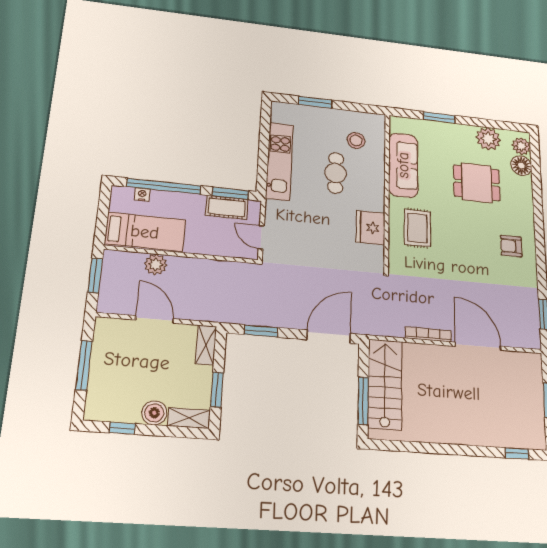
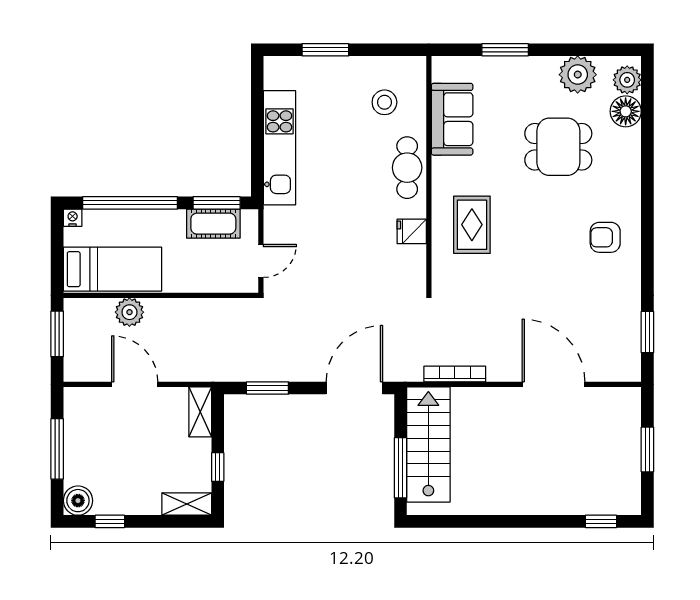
sofa: (403, 165) -> (452, 119), width x0.73
cafe table: (336, 173) -> (407, 168), moved
nightstand: (142, 194) -> (73, 218), moved
fridge: (370, 228) -> (412, 231), width x0.53, depth x0.75
door: (261, 237) -> (261, 261), swing flipped
bookcase: (428, 334) -> (455, 374), moved
window: (217, 390) -> (218, 467), width x0.67
boiler: (154, 413) -> (78, 501), moved

